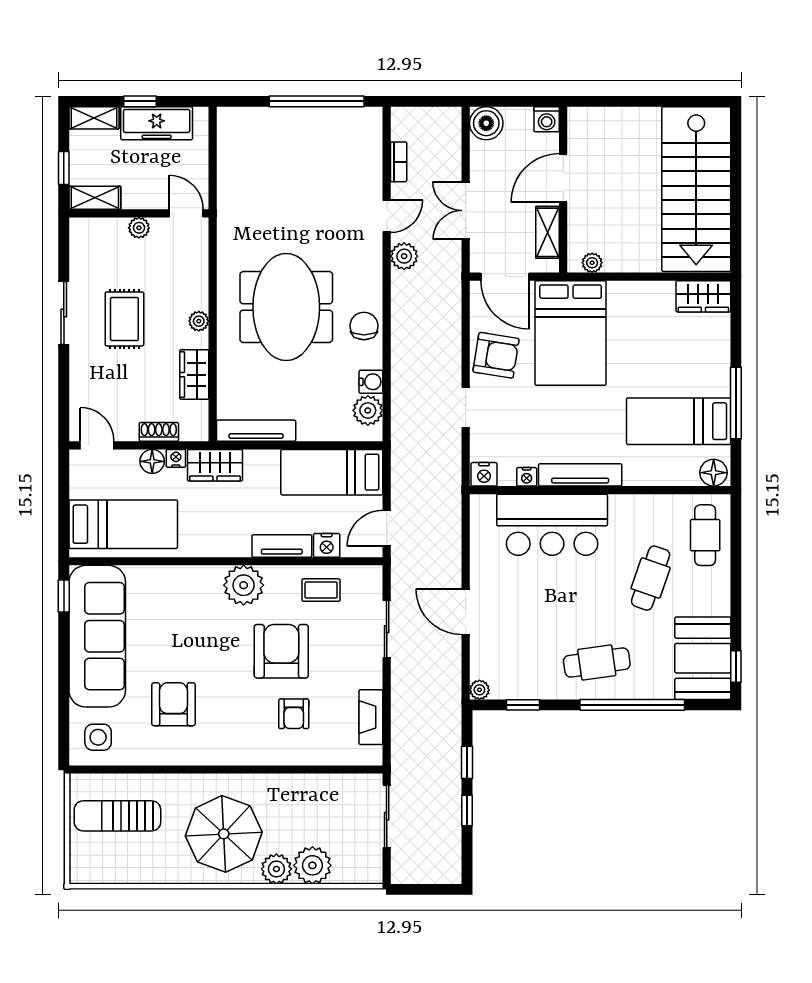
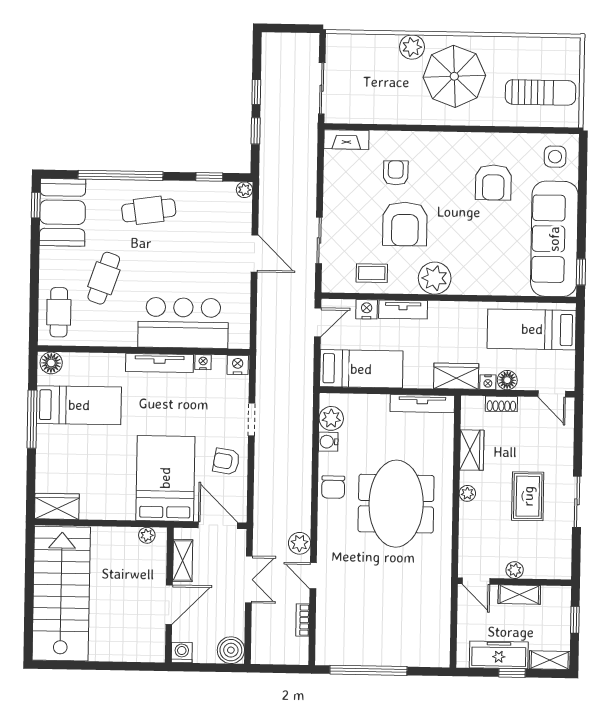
shelving: (95, 198) -> (519, 595), moved
door: (387, 216) -> (313, 576), hinge flipped
armchair: (496, 355) -> (226, 461), width x0.72, depth x0.72
fireplace: (371, 717) -> (346, 140), moved, turned 90
plant: (312, 865) -> (383, 49), removed

